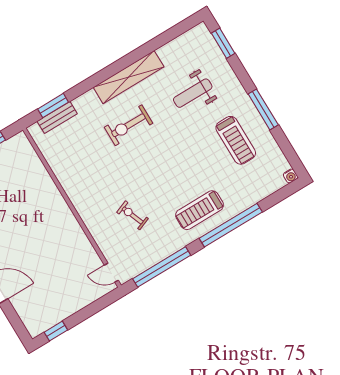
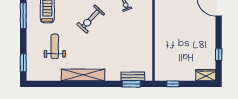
weight bench: (193, 93) -> (55, 46), turned -90
exercise bike: (128, 125) -> (91, 19), moved, turned 133

